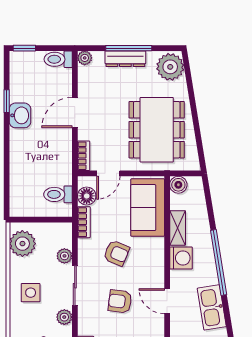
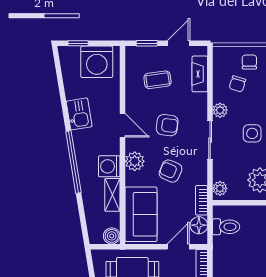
plant: (64, 256) -> (220, 188), moved
plant: (154, 263) -> (135, 161), added
kitchen sink: (212, 307) -> (79, 114), width x0.73

